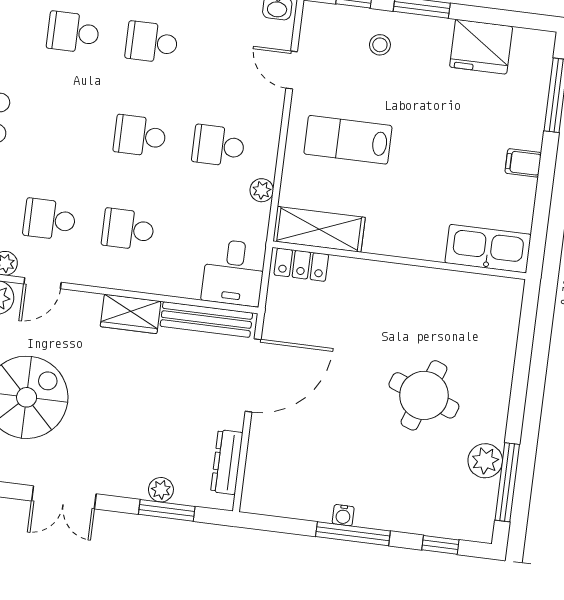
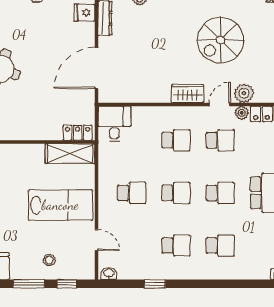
school desk: (61, 126) -> (220, 193), added
lab bench: (348, 140) -> (60, 205), width x1.36, depth x1.39
plant: (262, 190) -> (105, 171), removed
wardrobe: (131, 314) -> (188, 94), moved
bench: (206, 320) -> (126, 96), removed
fridge: (262, 476) -> (85, 13), added

